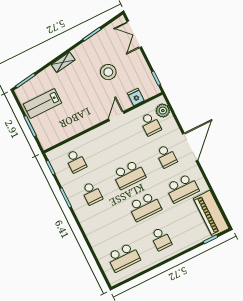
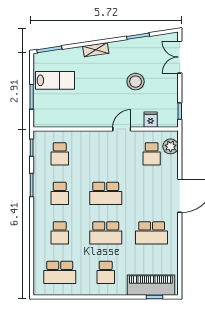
lab bench: (42, 103) -> (55, 80), turned 180
school desk: (166, 156) -> (60, 233), moved
piano: (211, 213) -> (151, 285), moved, turned 90

